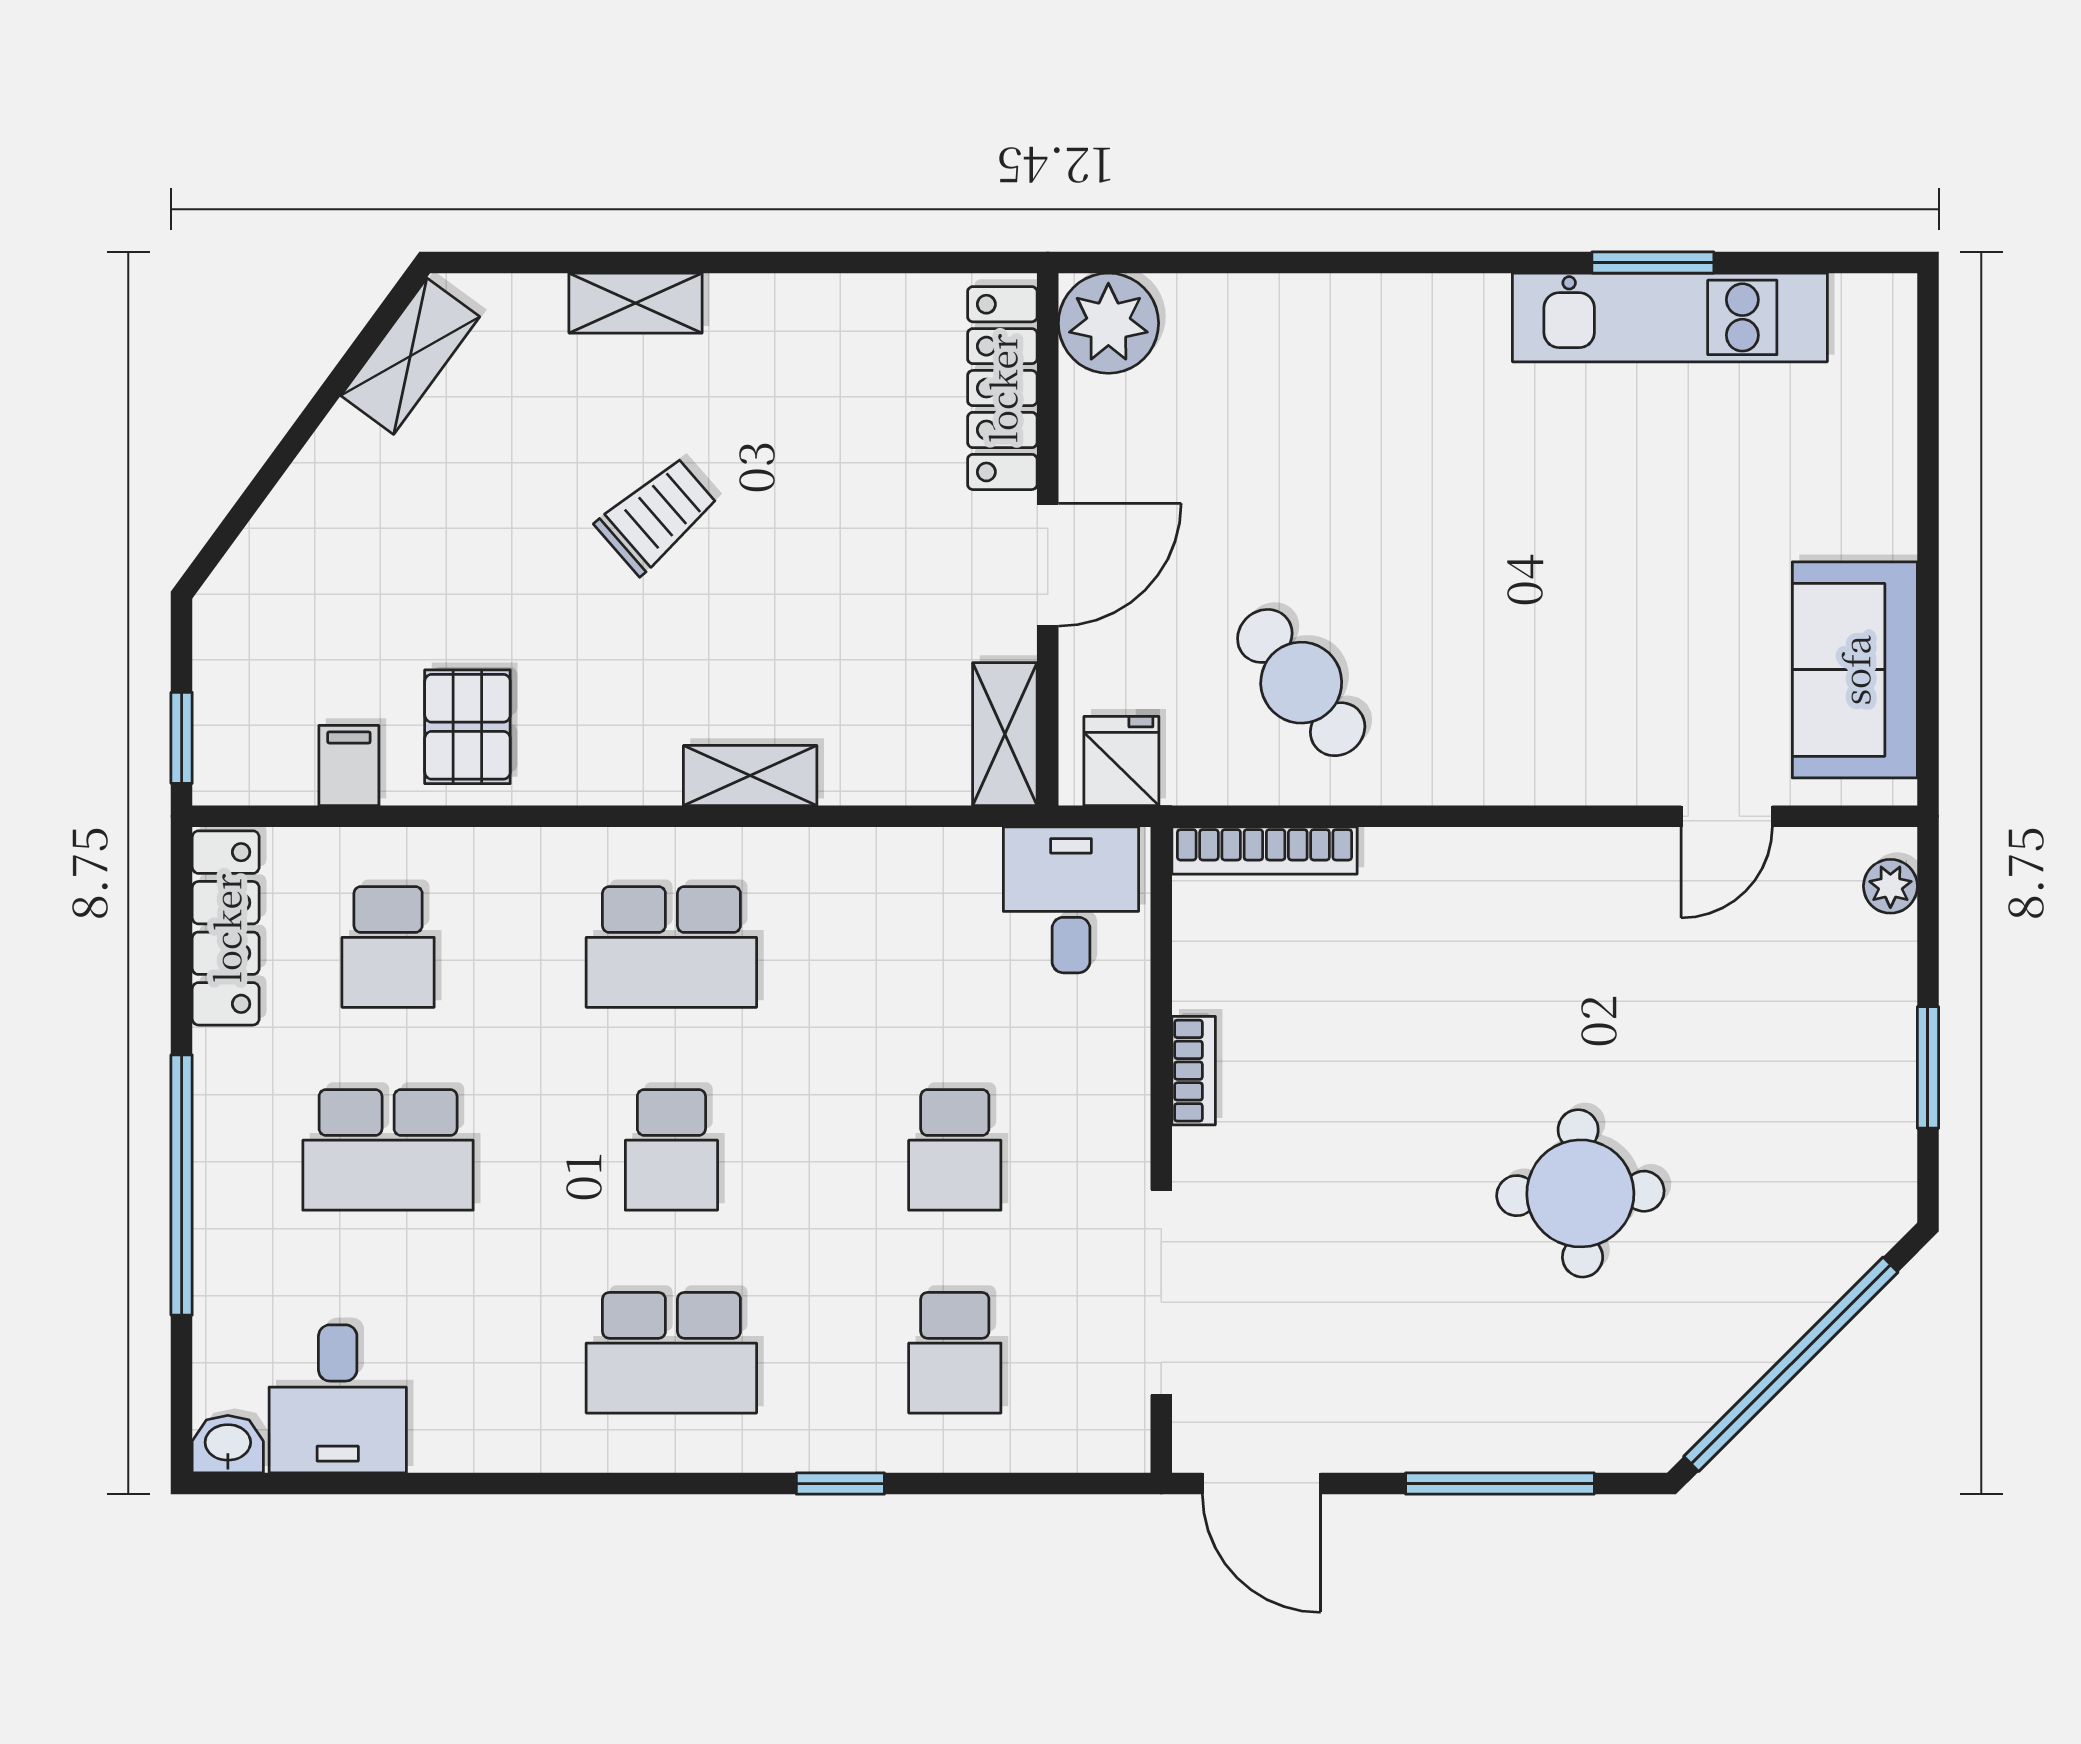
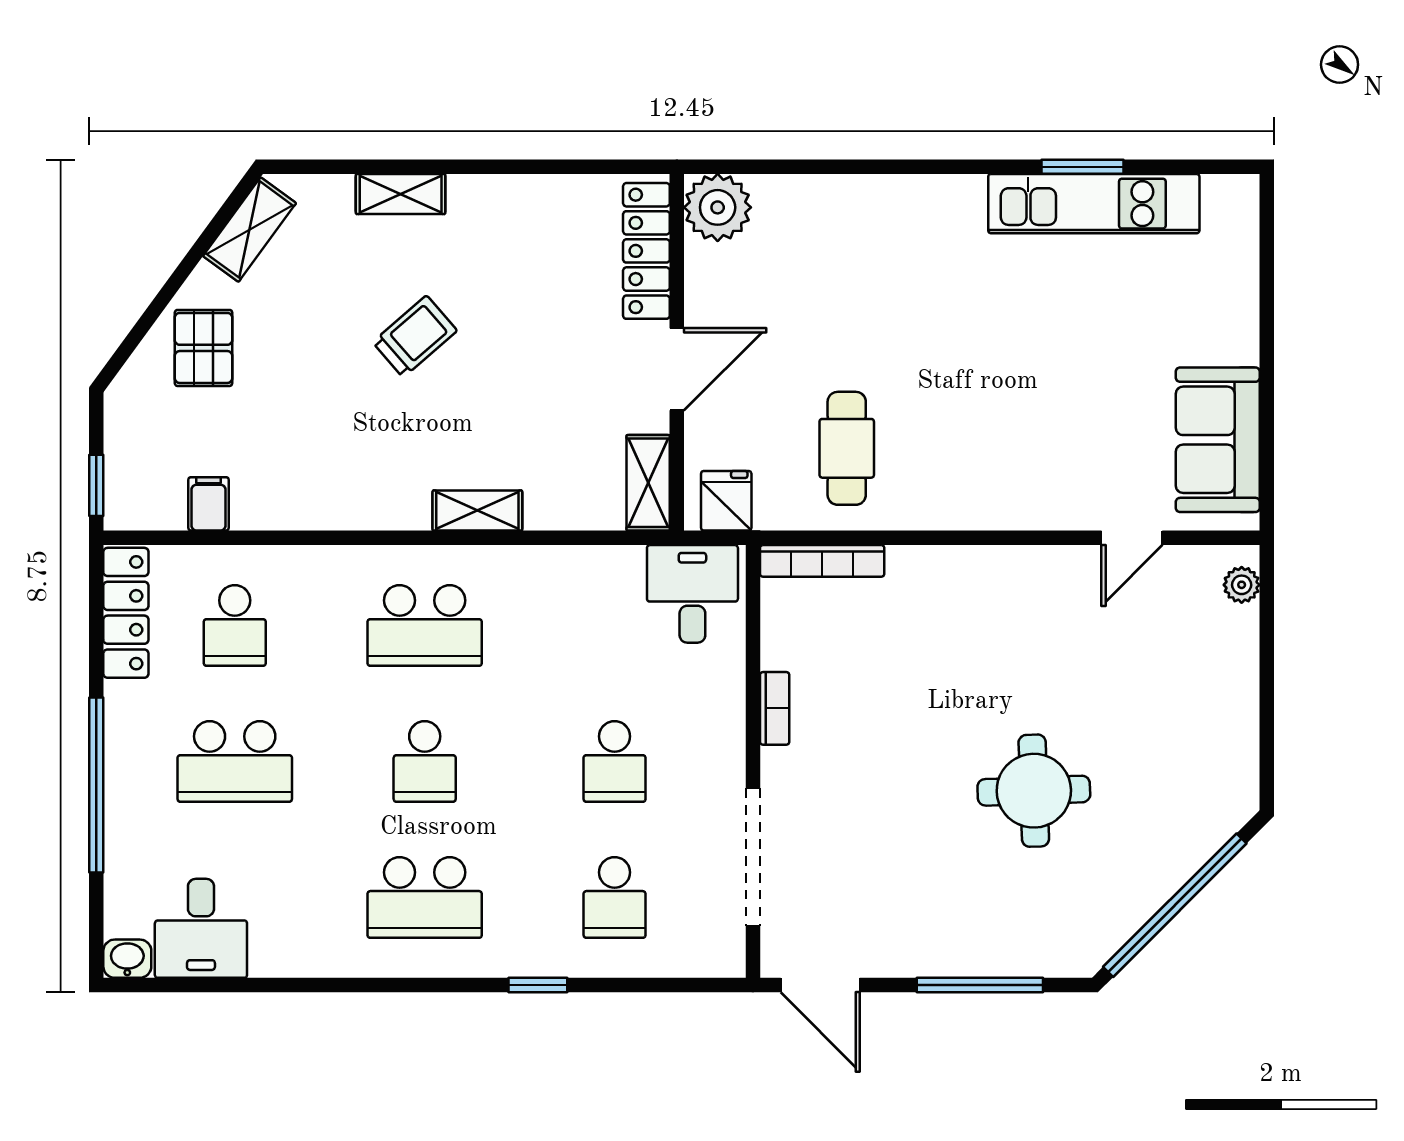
cafe table: (1301, 683) -> (847, 448), turned 38
pallet: (467, 727) -> (204, 348), moved
window: (1928, 1067) -> (1267, 706), removed

